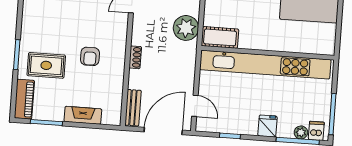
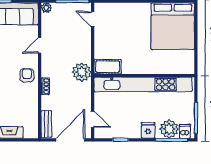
plant: (186, 28) -> (82, 72), moved
armchair: (90, 56) -> (27, 75), moved, turned 180
plant: (301, 132) -> (169, 129), width x1.88, depth x1.88

